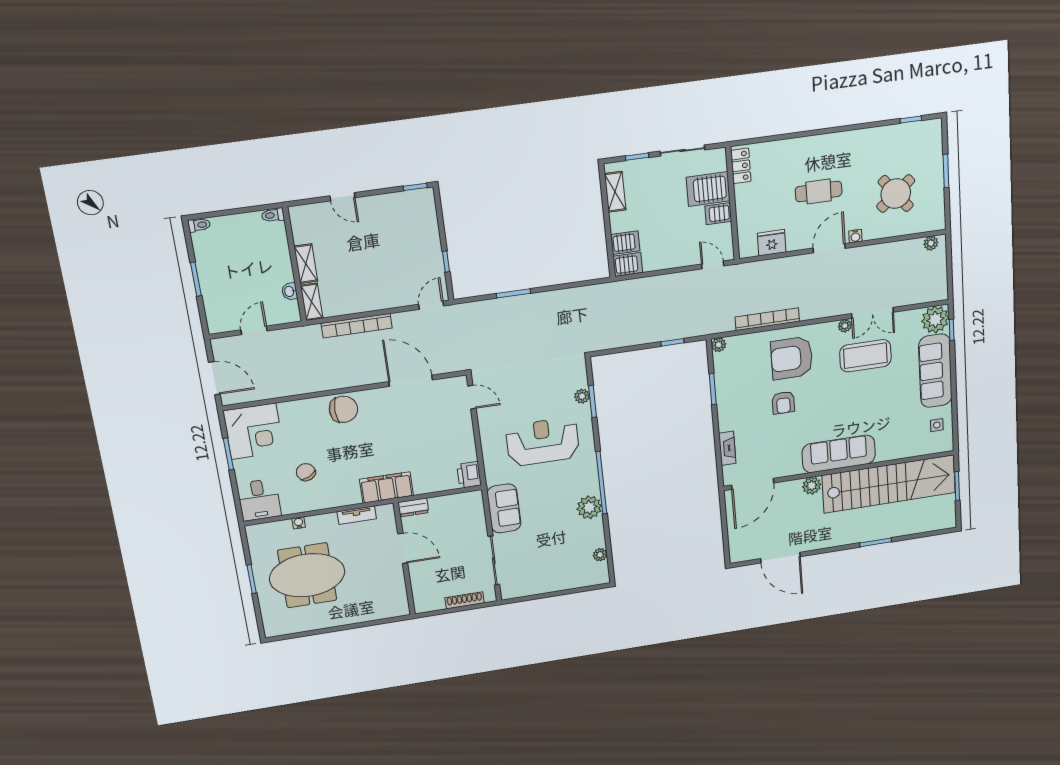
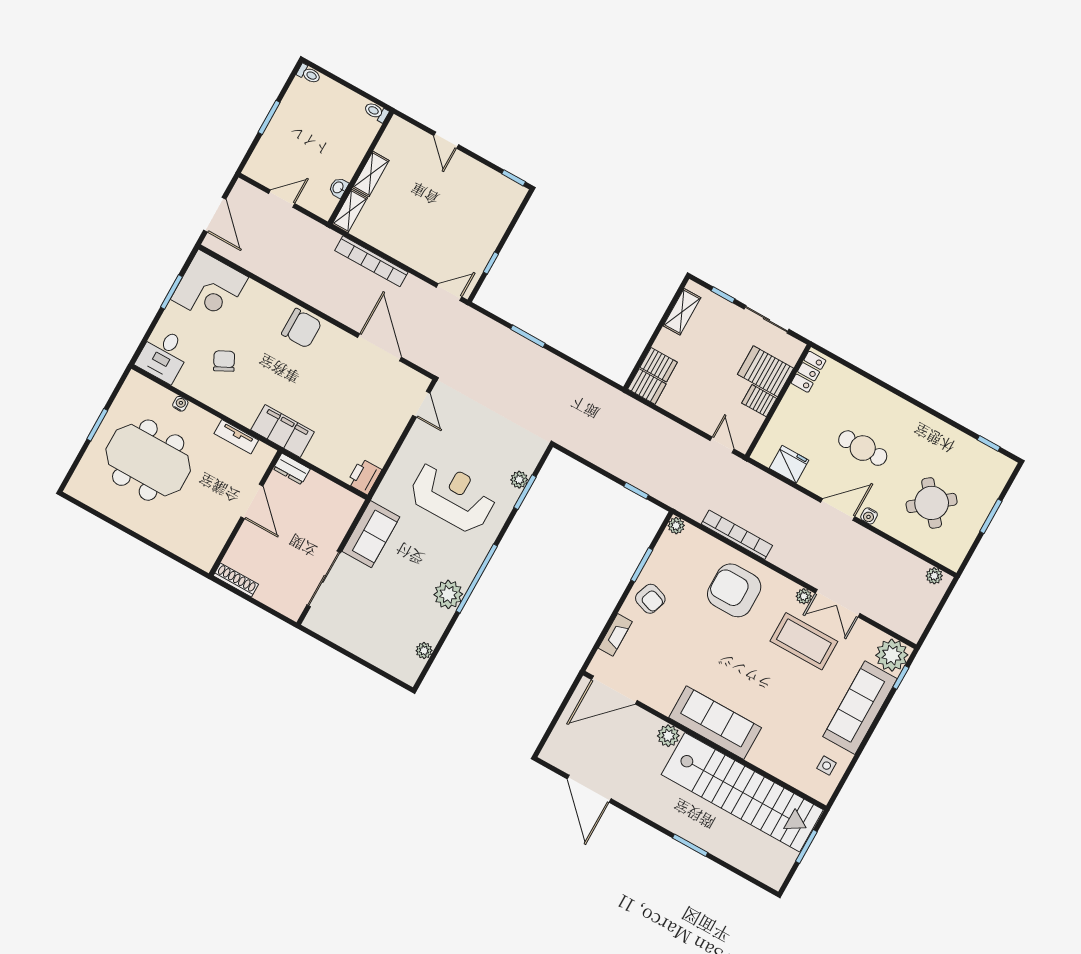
armchair: (783, 403) -> (650, 599), moved, turned -71
shoe rack: (465, 600) -> (236, 580), moved

